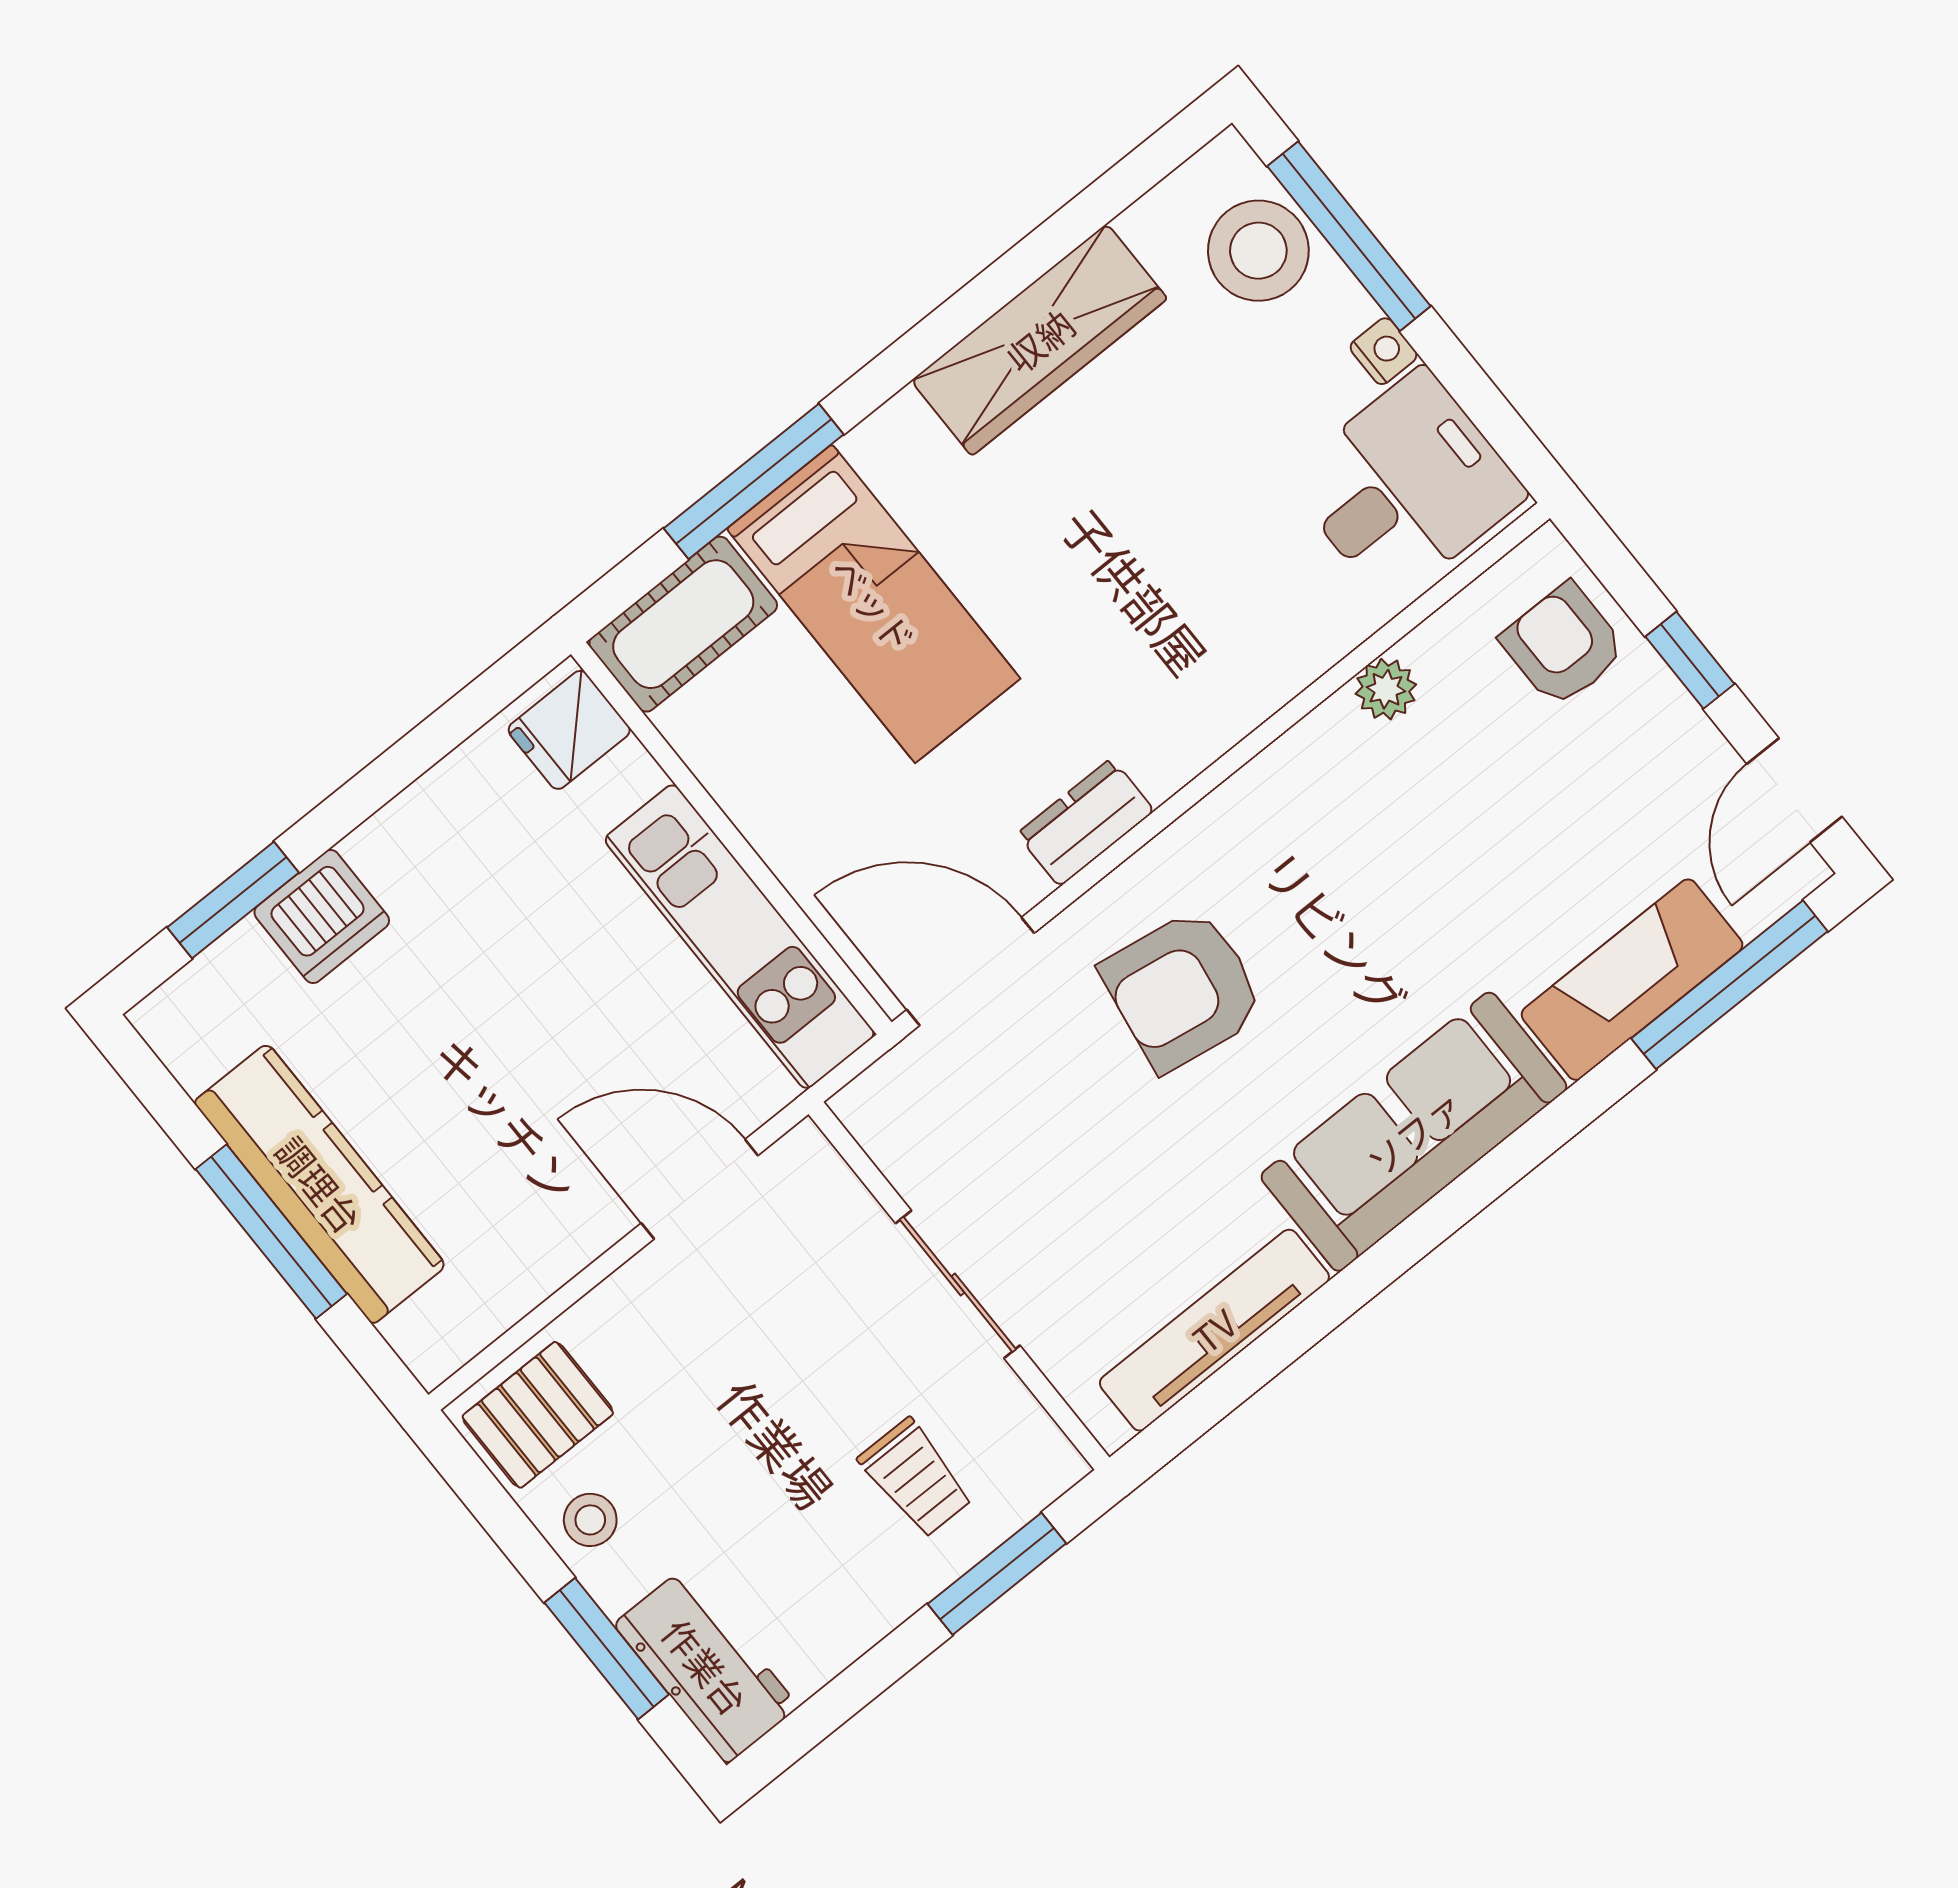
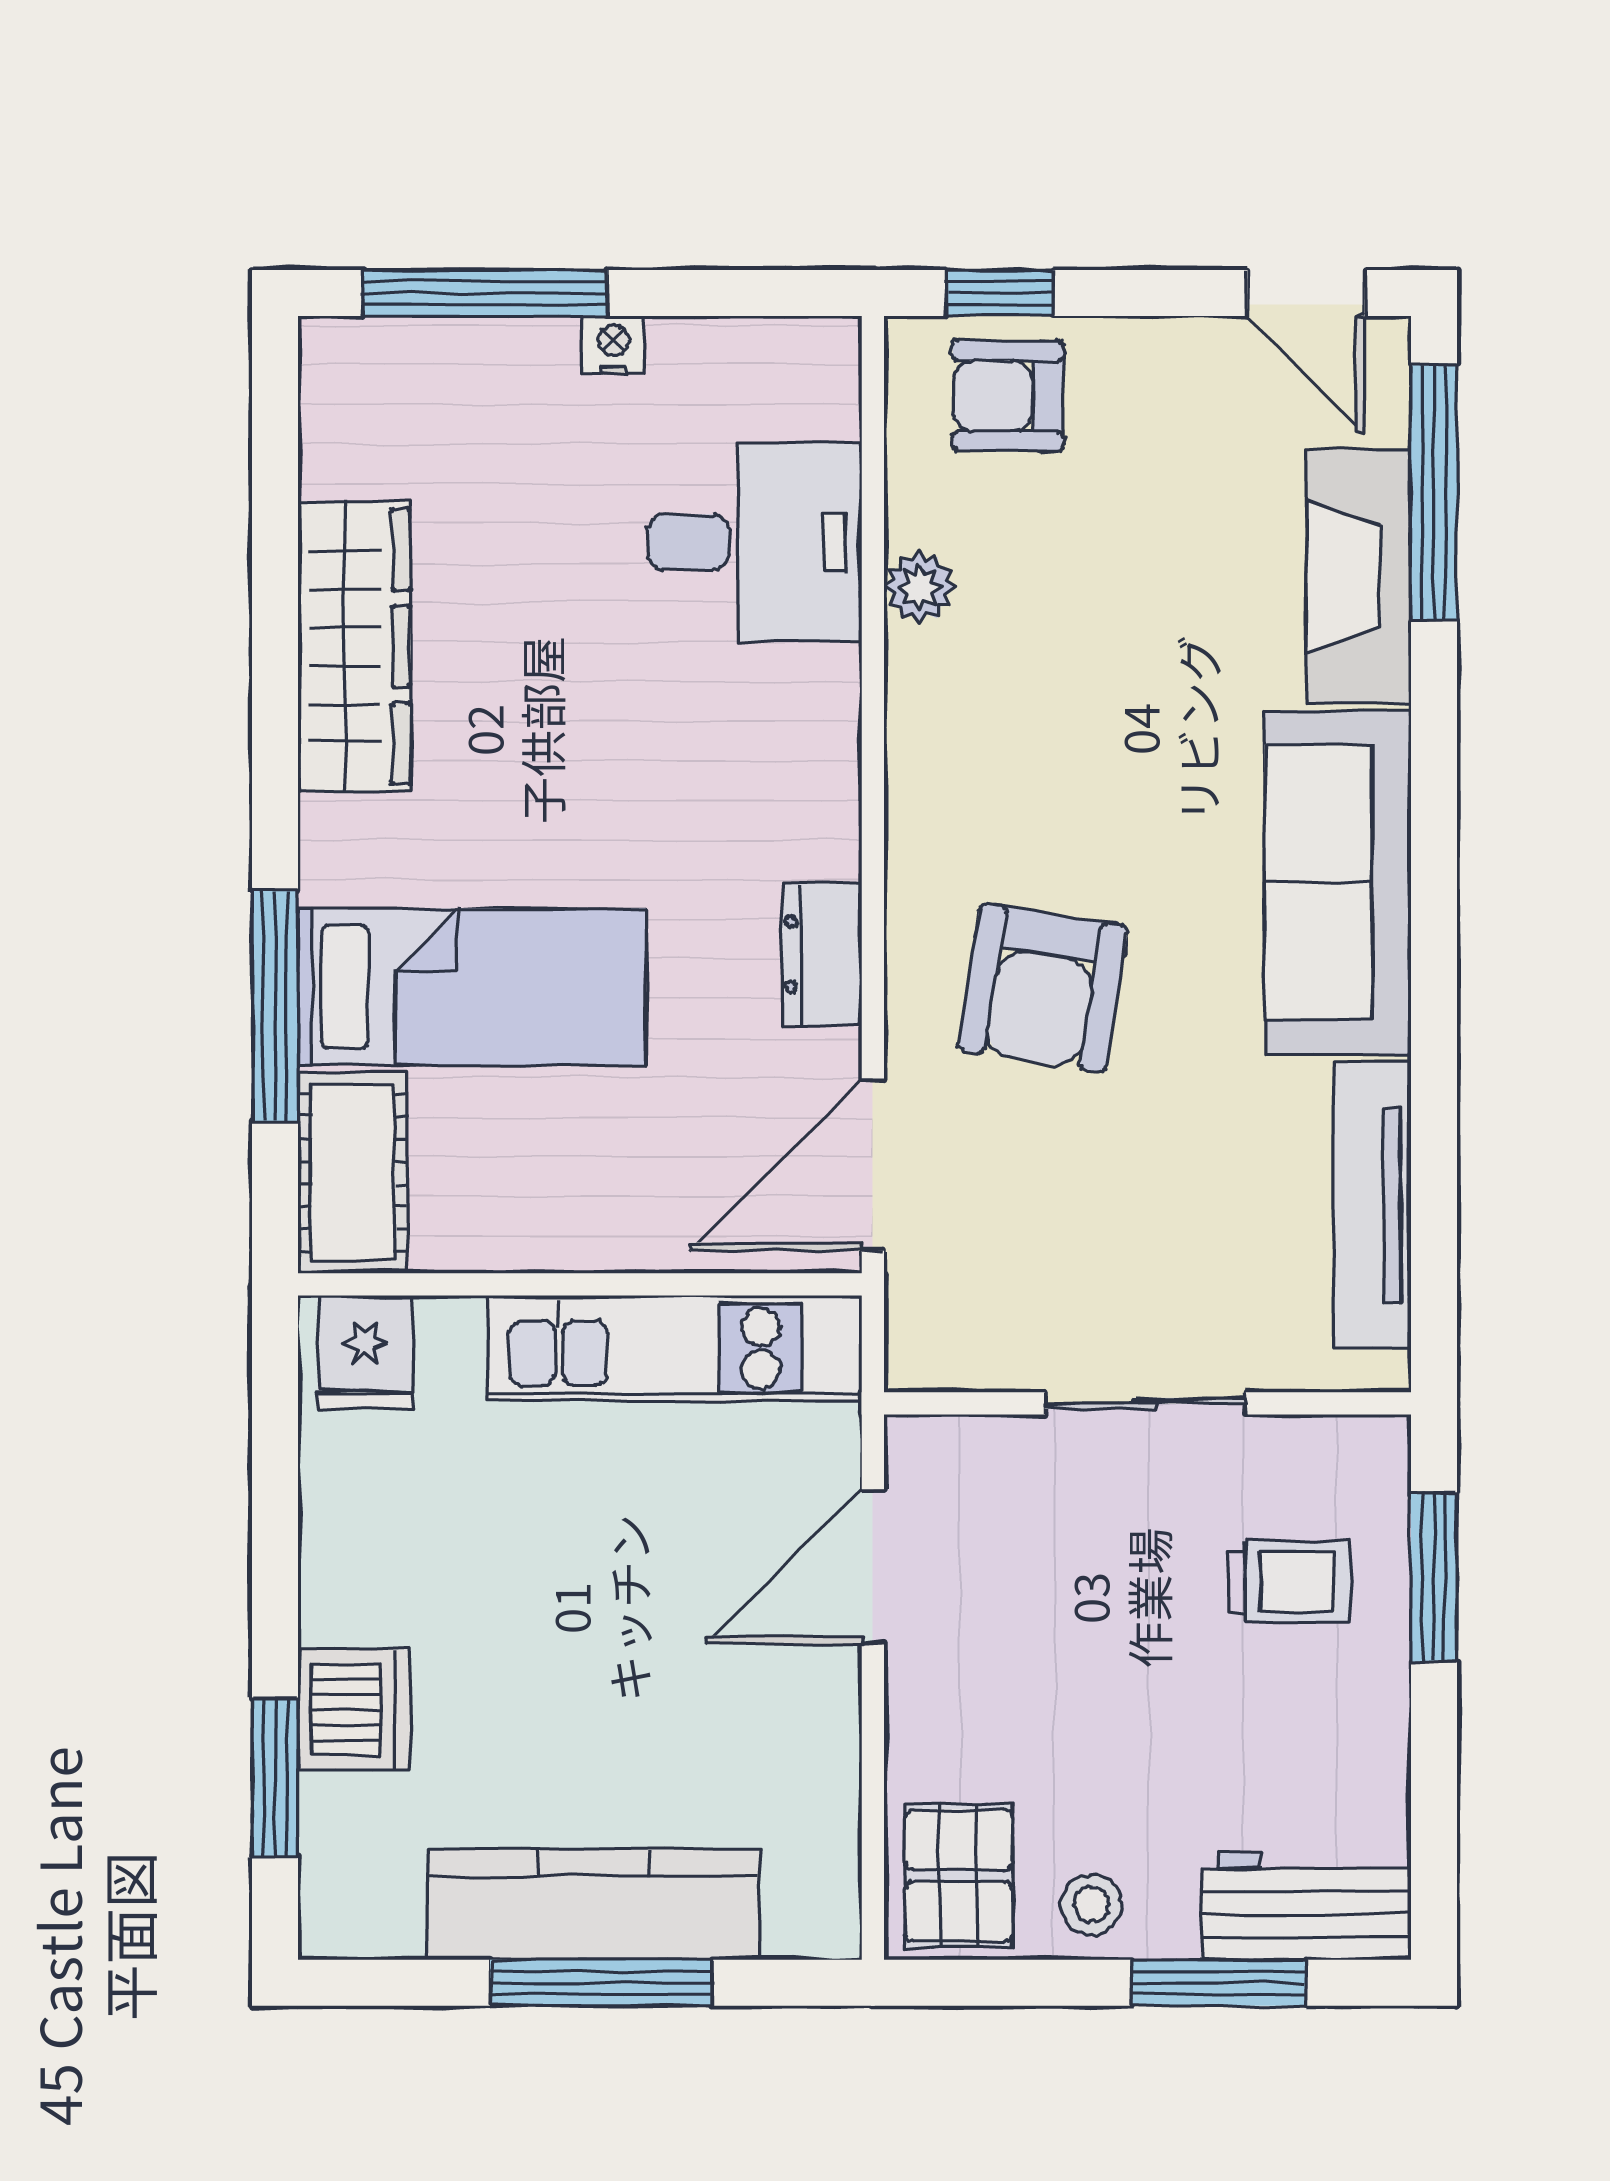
stool: (1258, 251) -> (433, 385), removed
desk: (1406, 486) -> (755, 542), moved, turned 90
window: (1690, 660) -> (1000, 293), moved

